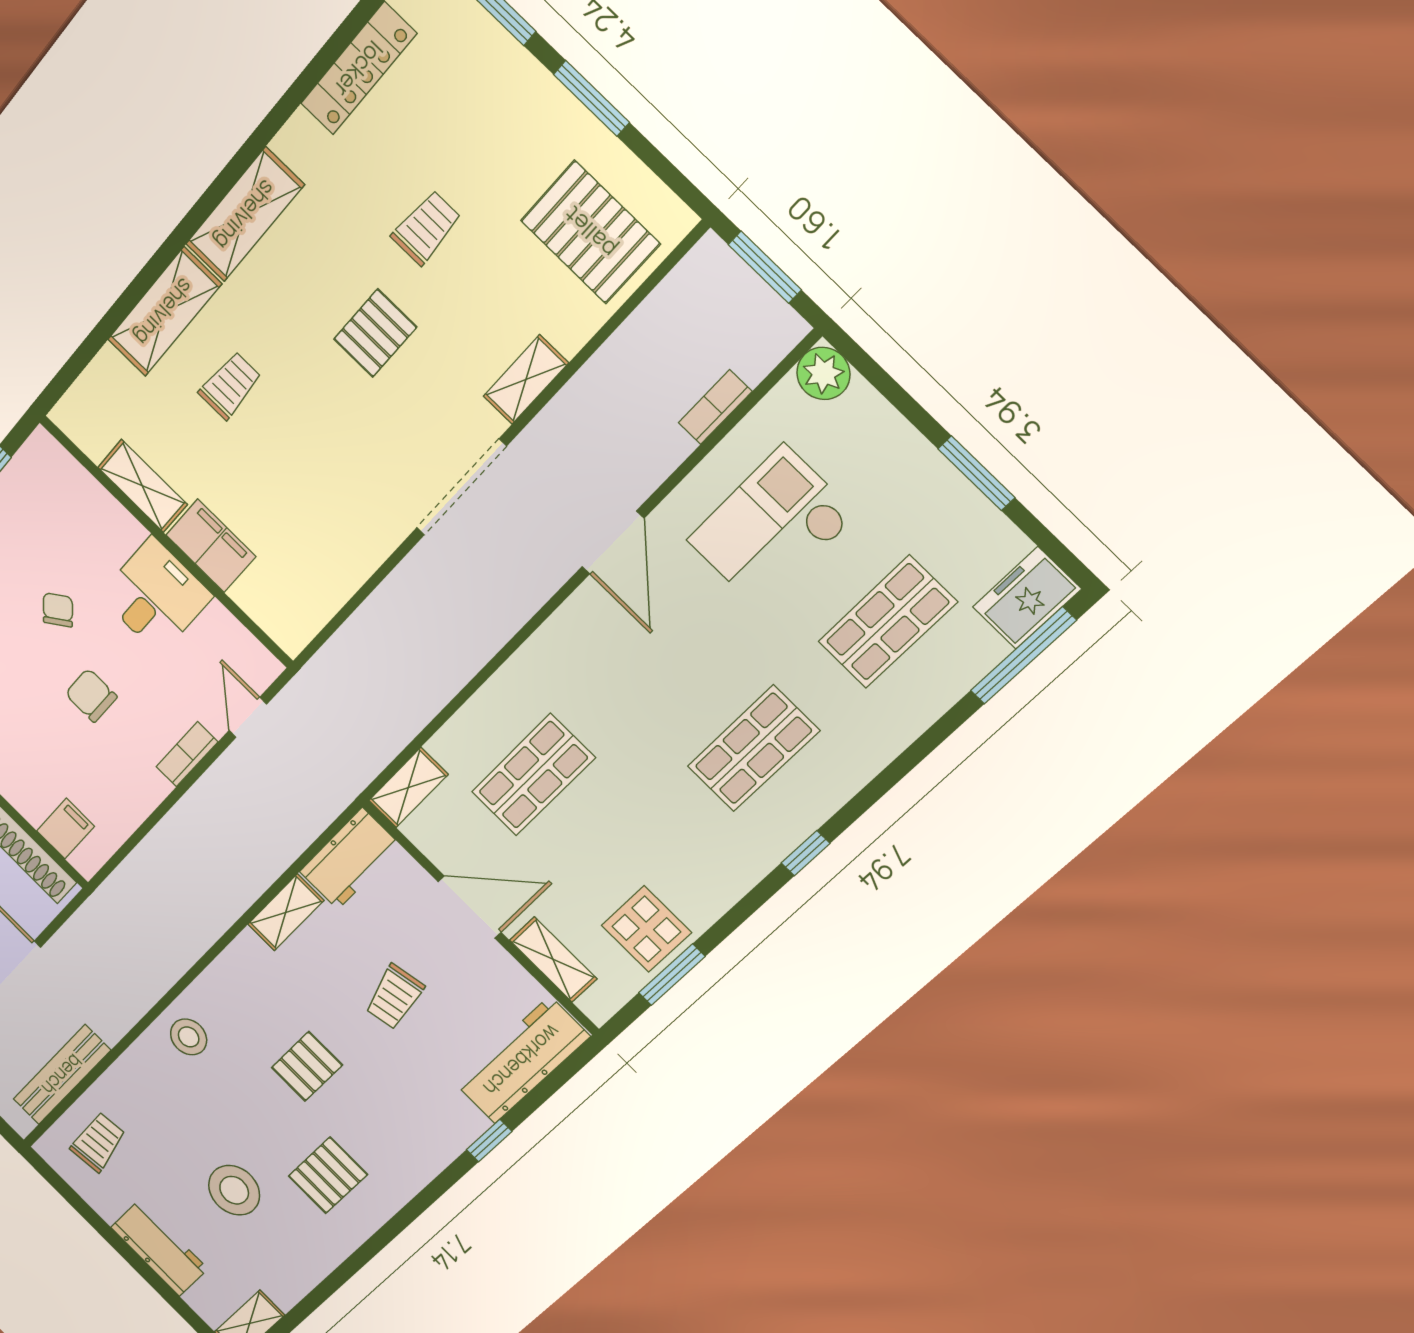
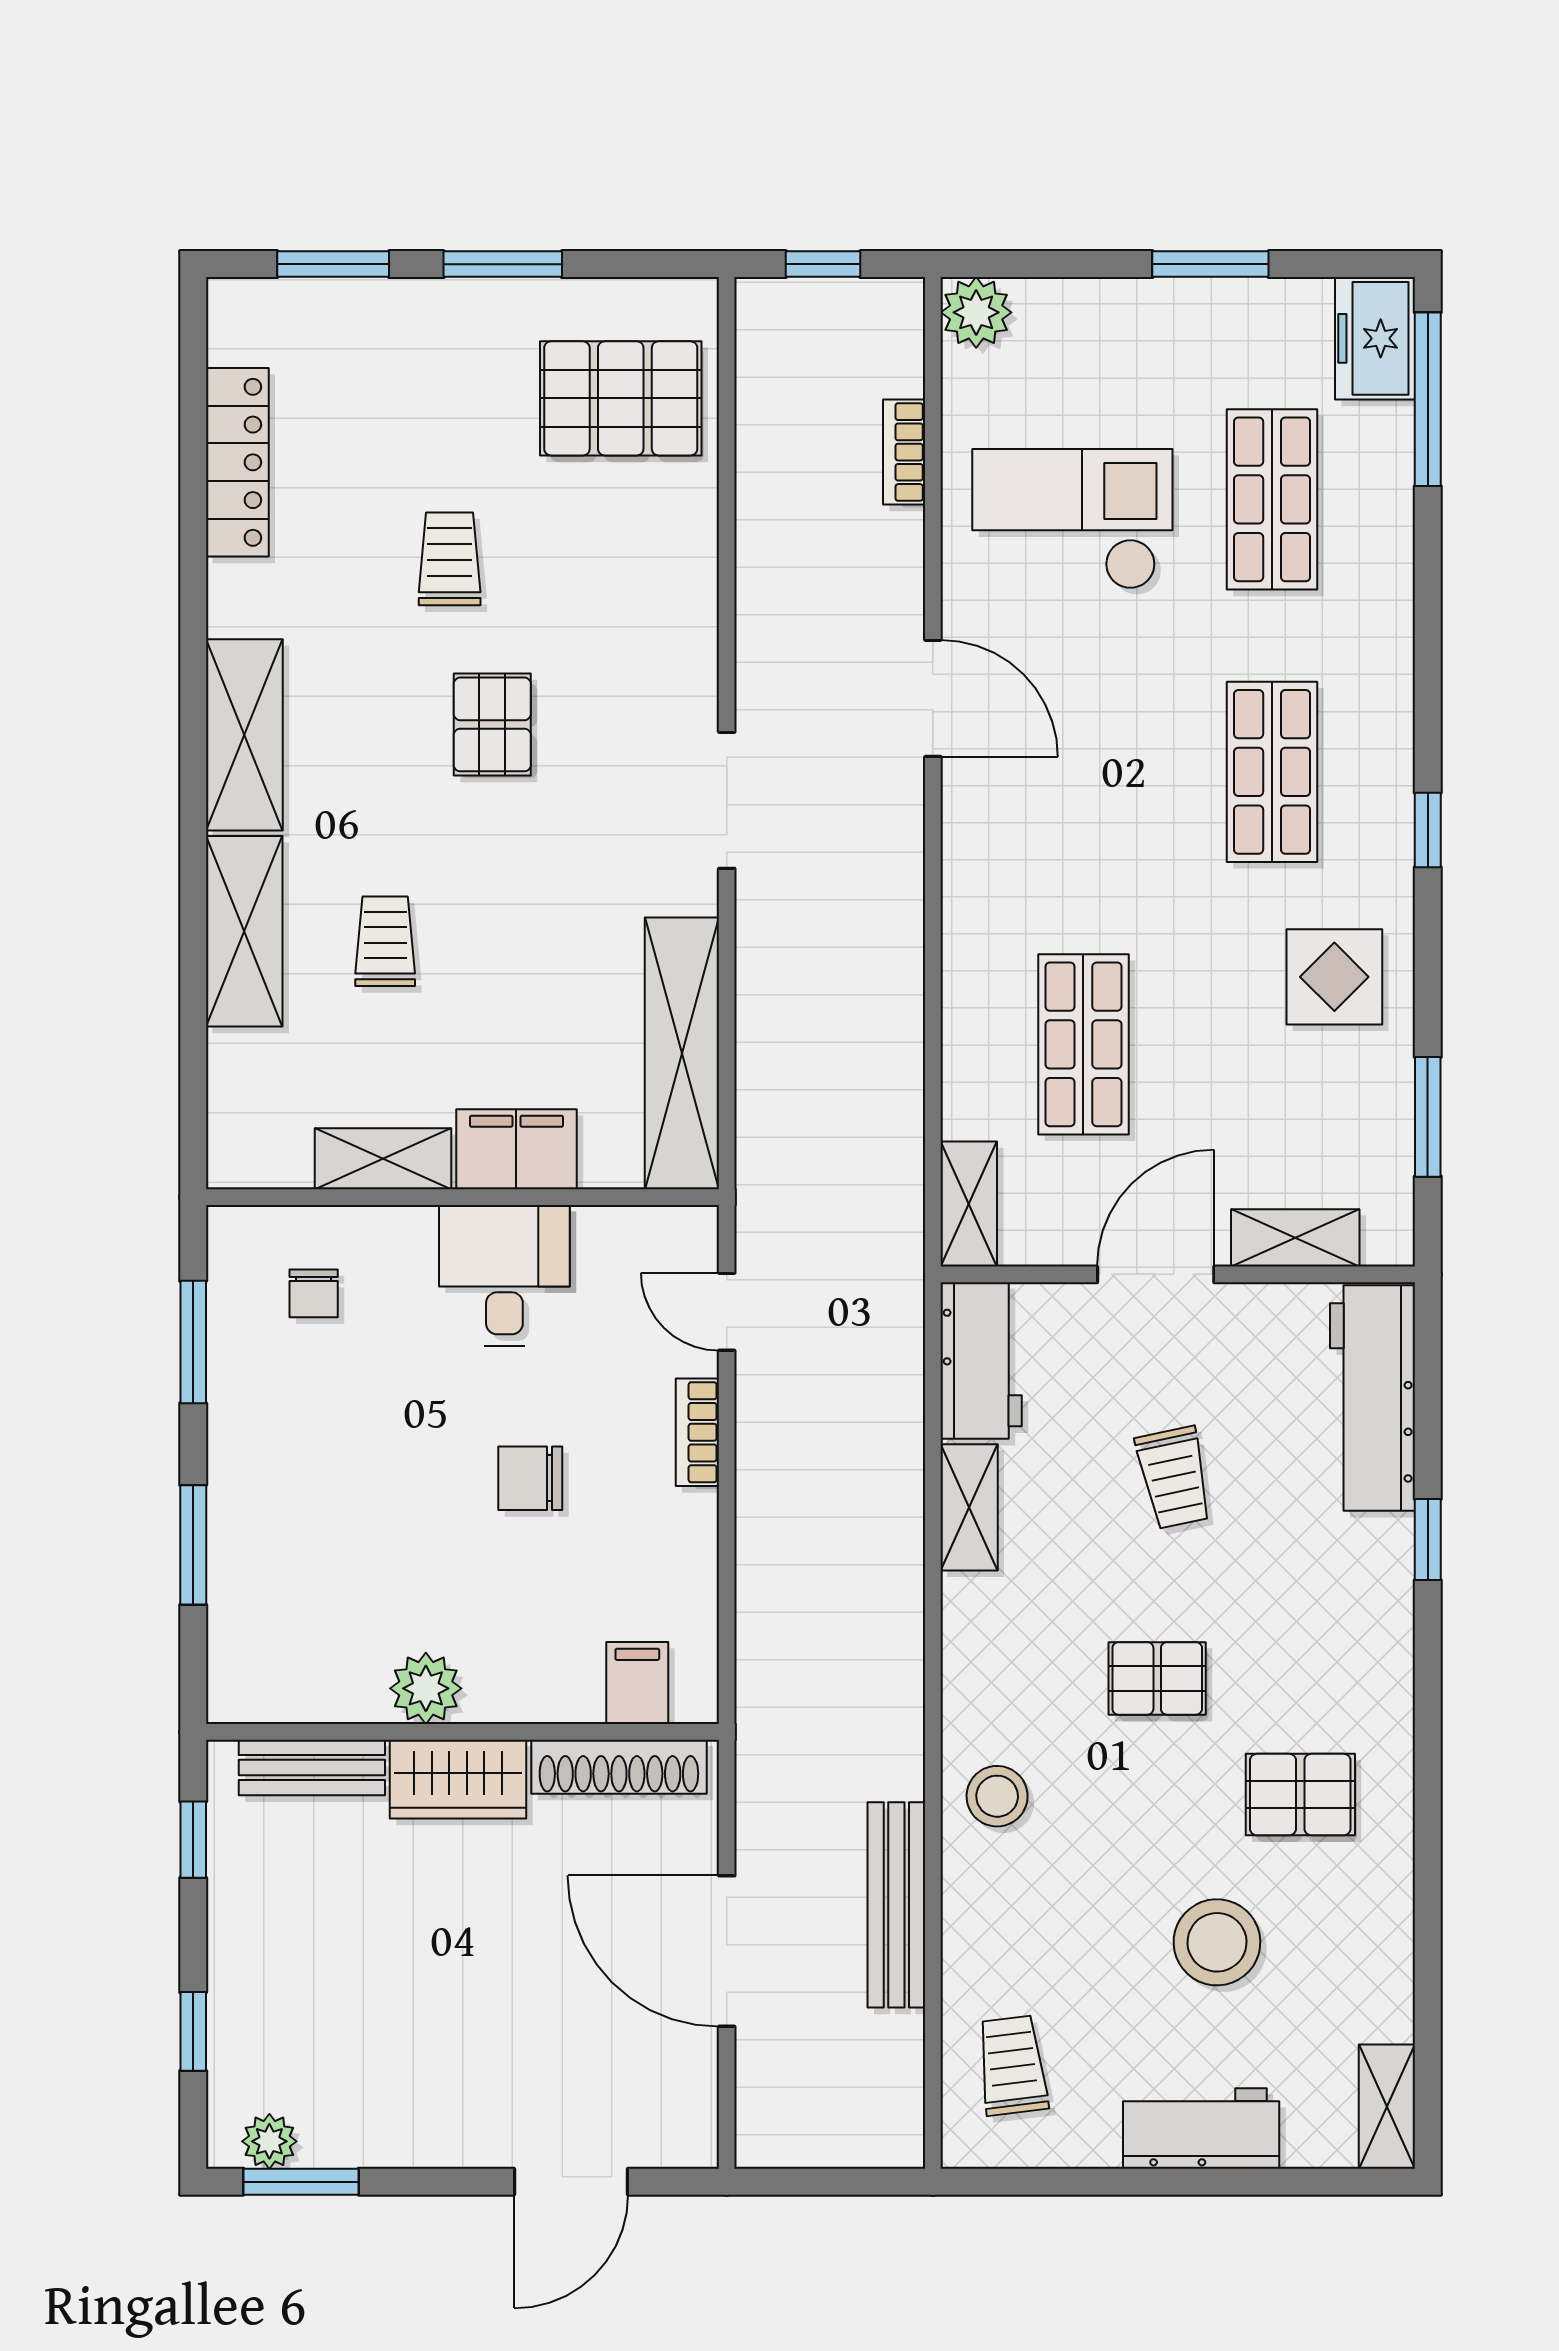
window: (765, 267) -> (823, 264), width x0.67
shelving: (526, 380) -> (682, 1053), moved, width x2.20, depth x1.33
doorway: (461, 487) -> (727, 800), width x0.73
checkout: (772, 528) -> (1072, 519), turned 90
chair: (58, 610) -> (314, 1293), moved, turned -142
display table: (646, 929) -> (1334, 977), moved
pallet: (307, 1066) -> (1157, 1678), turned 90
bench: (62, 1075) -> (896, 1905), moved
pallet: (328, 1175) -> (1300, 1795), turned 90

